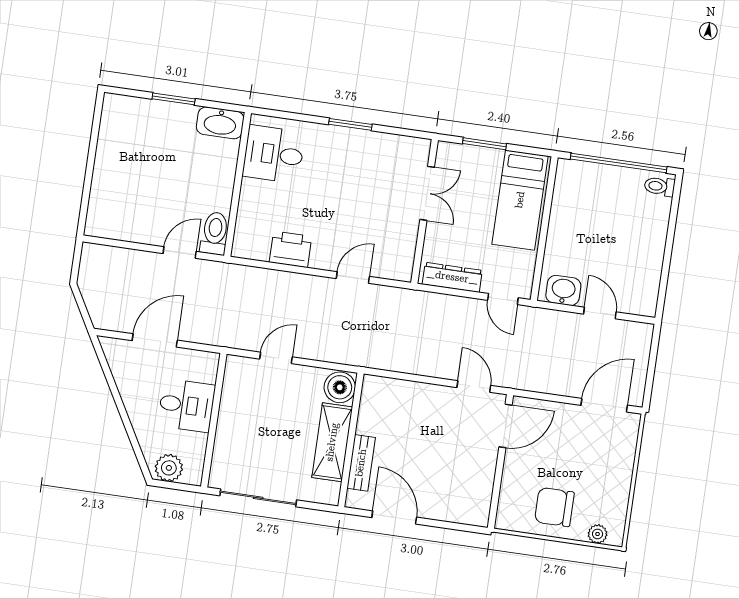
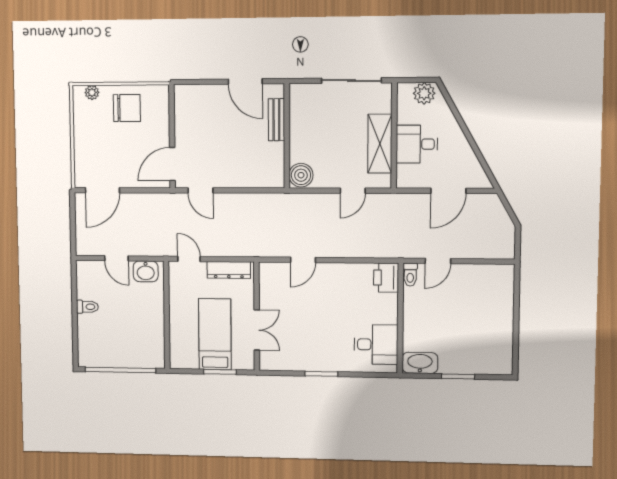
toilet: (660, 186) -> (87, 307), moved
double door: (427, 193) -> (257, 330), swing flipped
bed: (520, 200) -> (215, 334), moved
toilet: (215, 233) -> (410, 275), width x0.73, depth x0.72
printer: (290, 249) -> (386, 278), moved, turned 90
shelving: (332, 442) -> (380, 144), moved

